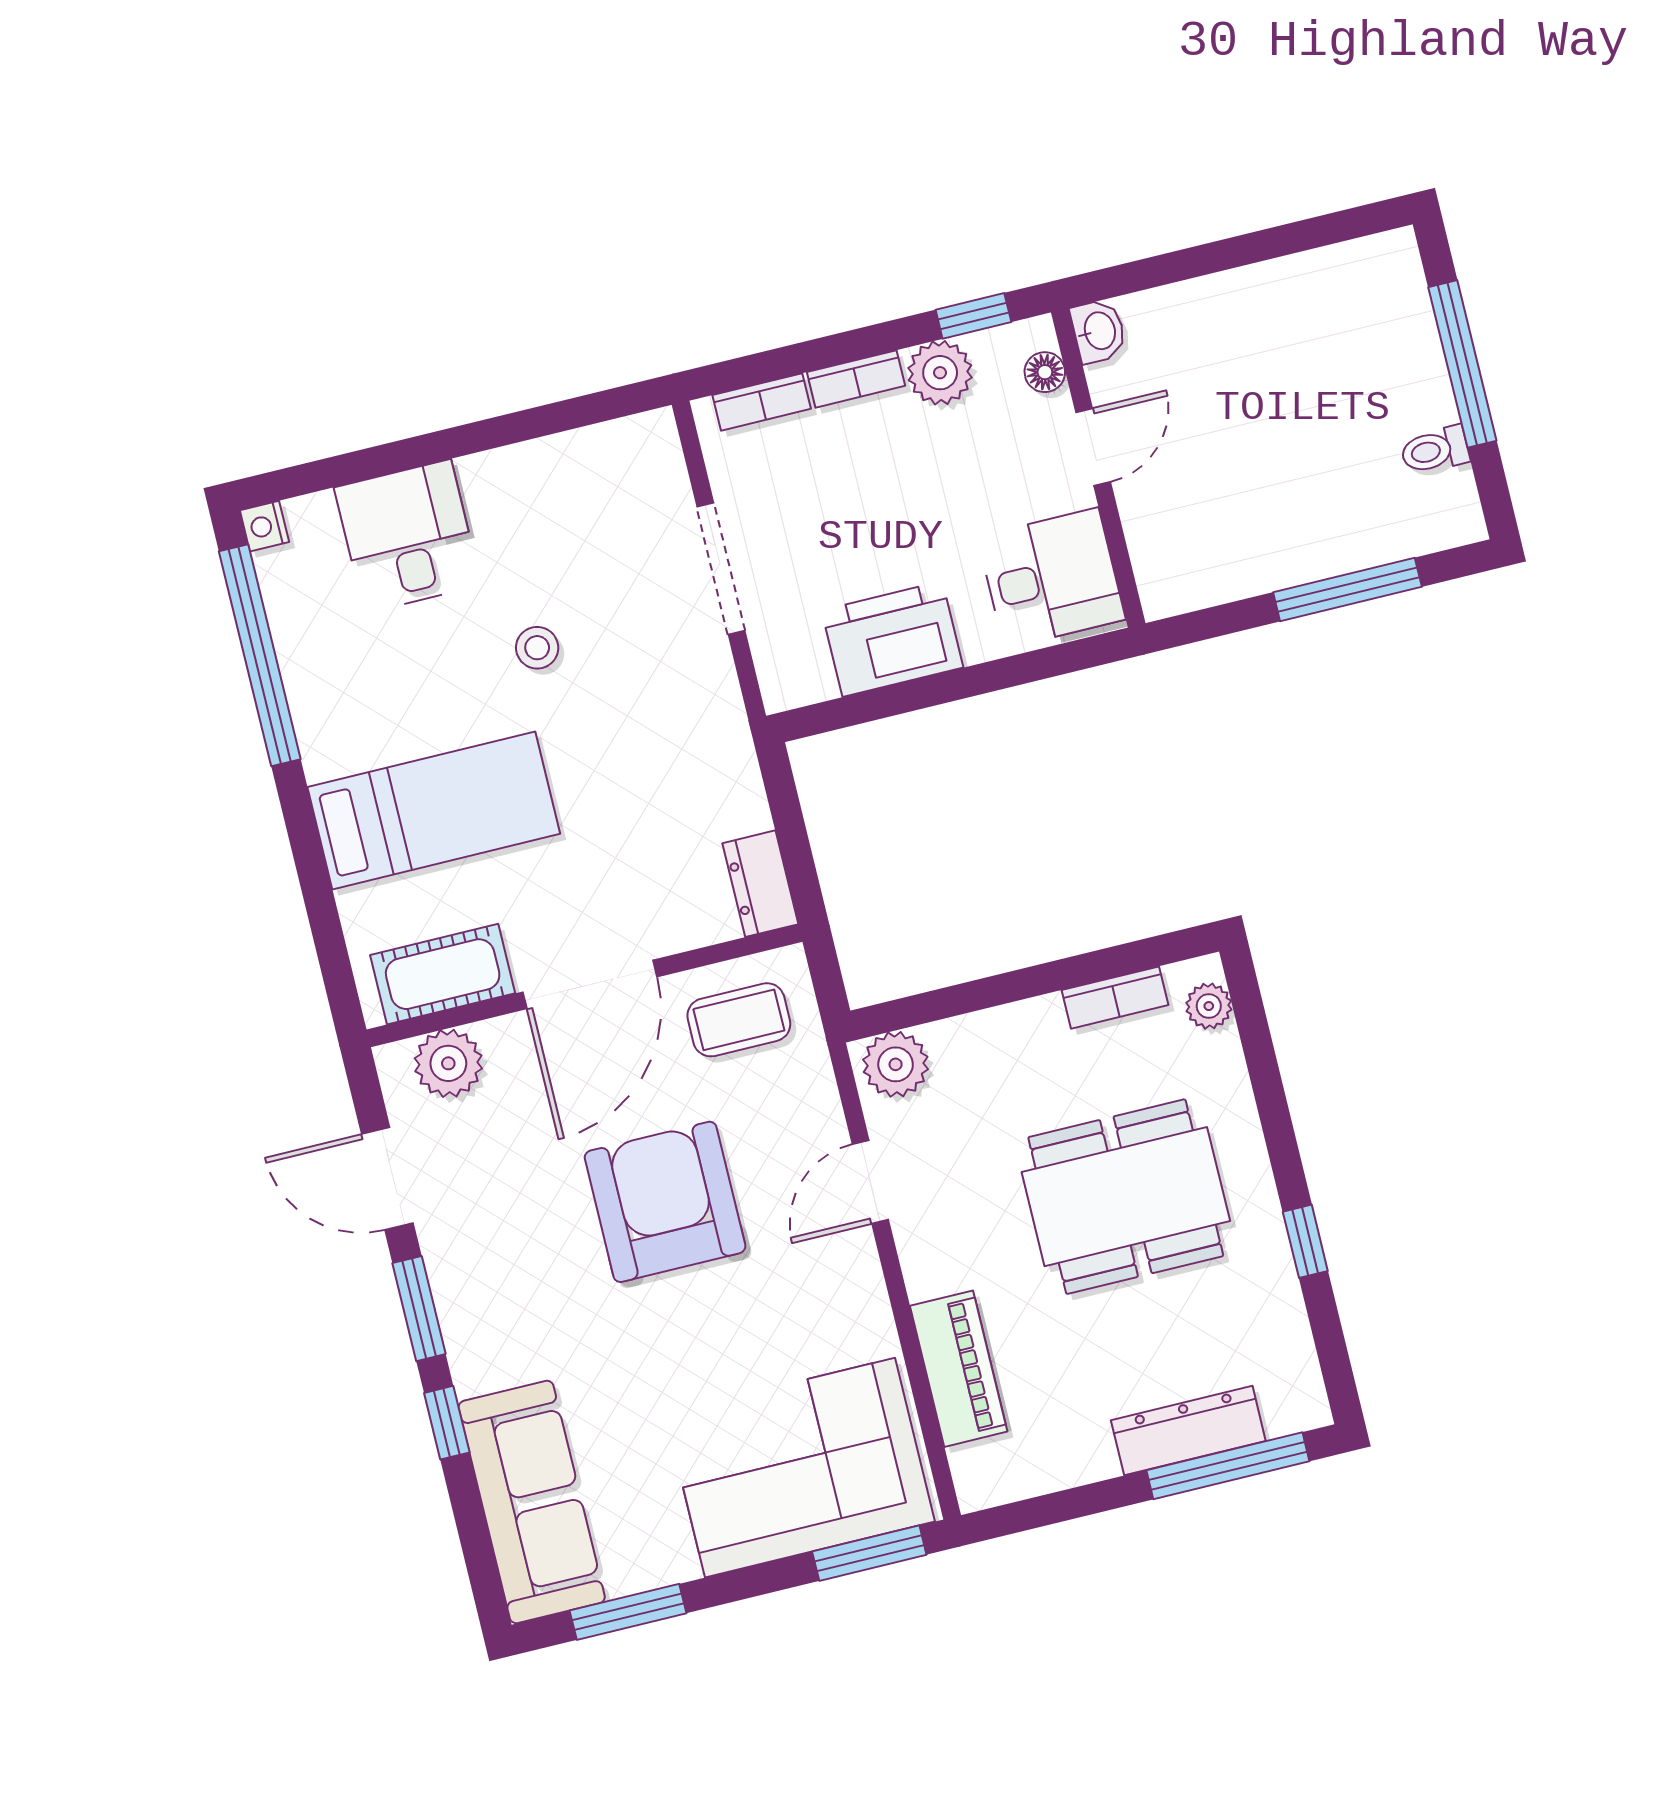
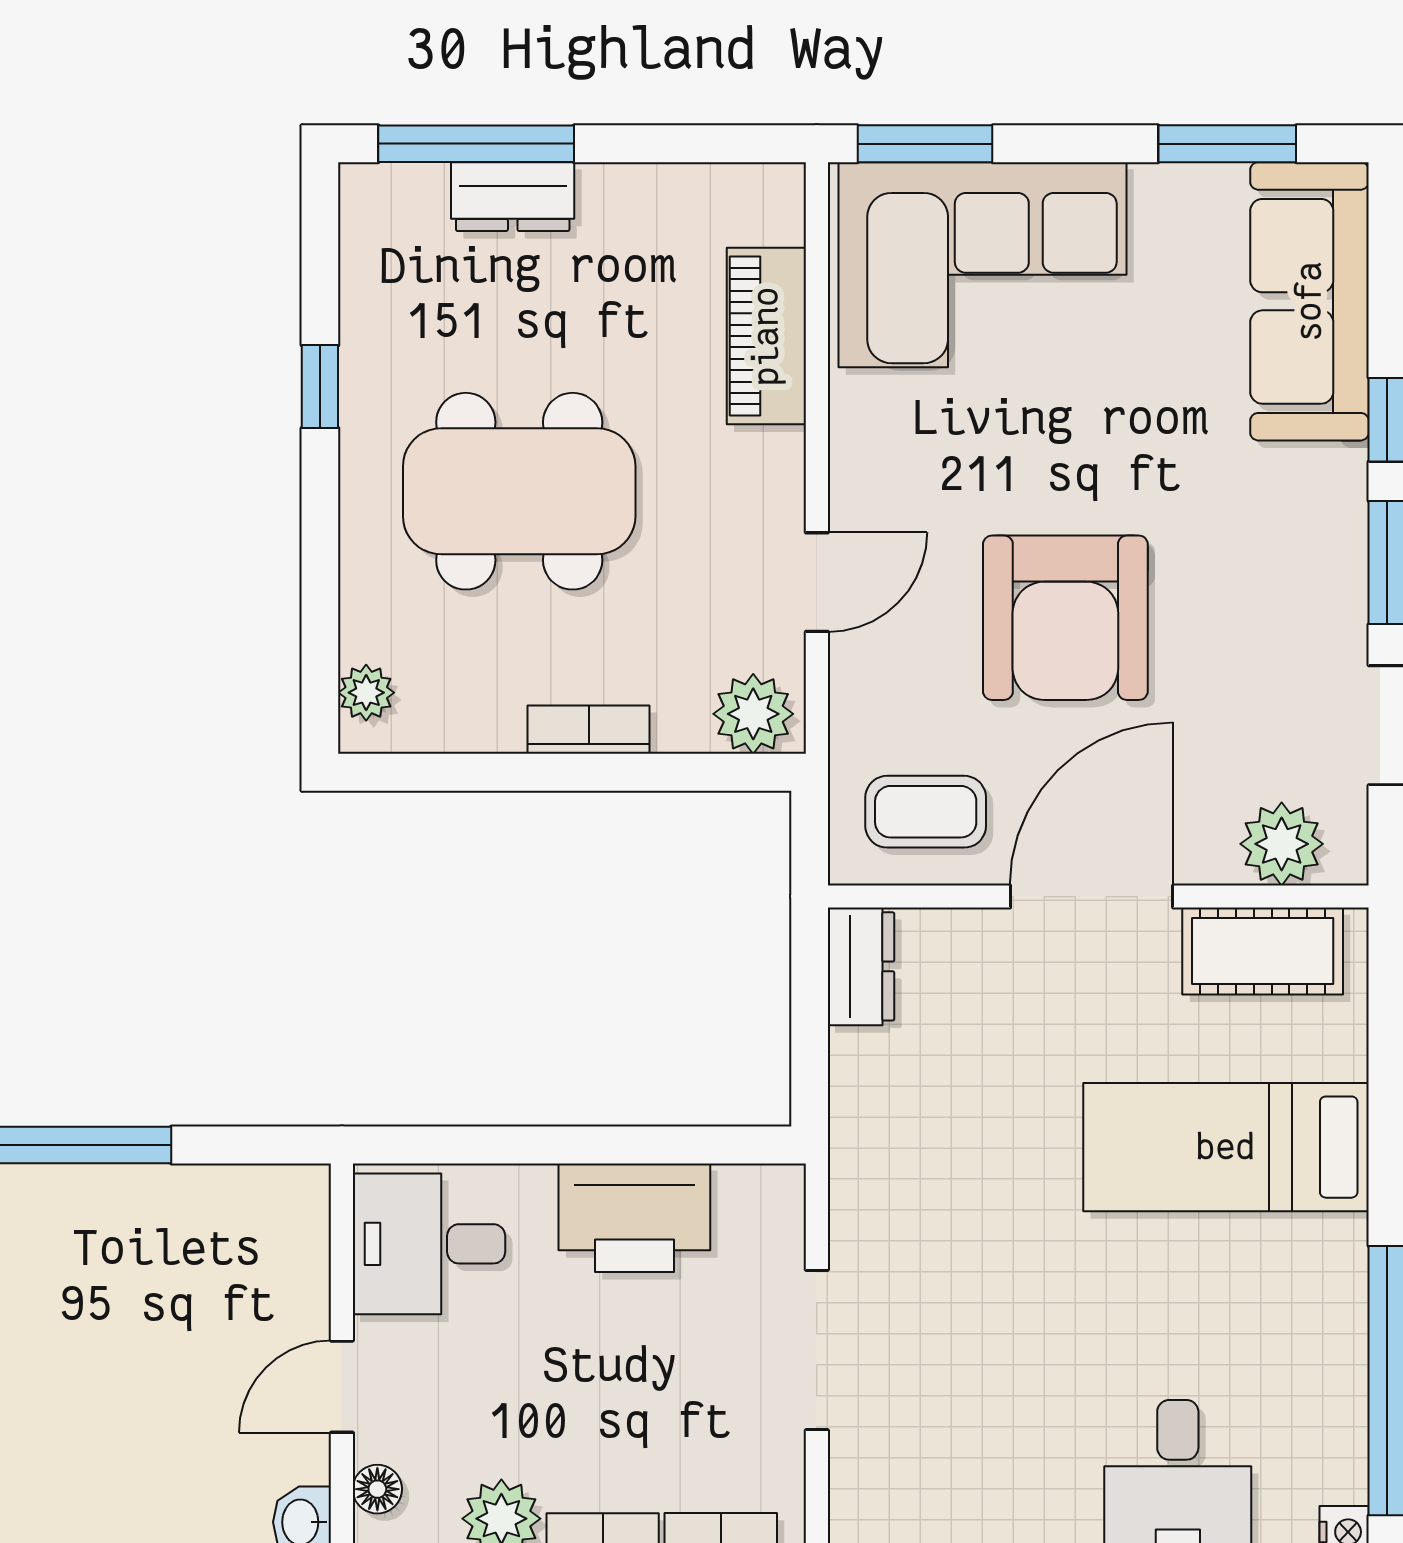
stool: (537, 648) -> (1057, 1310), removed
bookcase: (1115, 998) -> (589, 730), moved
dresser: (1188, 1431) -> (513, 197), width x0.70

